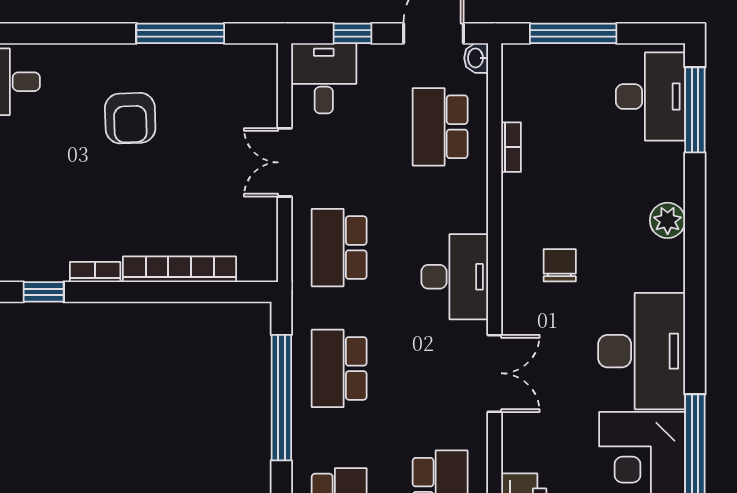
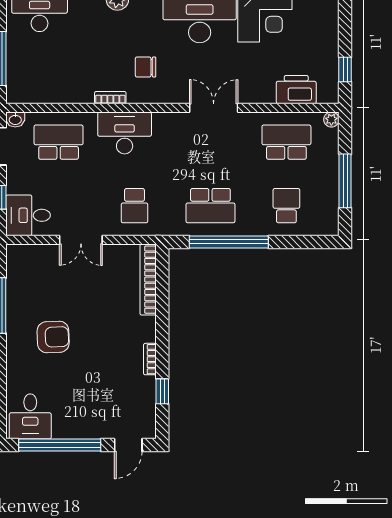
school desk: (440, 127) -> (59, 142), turned 180
bookcase: (511, 147) -> (110, 98), moved
school desk: (339, 248) -> (134, 206), width x0.54
bookcase: (180, 269) -> (148, 280), moved
desk: (455, 277) -> (125, 133), moved

